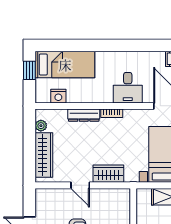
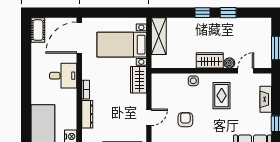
wardrobe: (108, 174) -> (138, 80), moved

